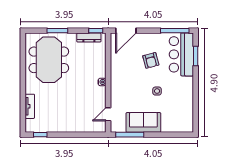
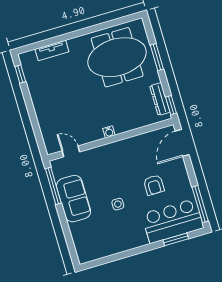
door: (126, 31) -> (182, 143), hinge flipped
armchair: (151, 60) -> (154, 185), turned -75

